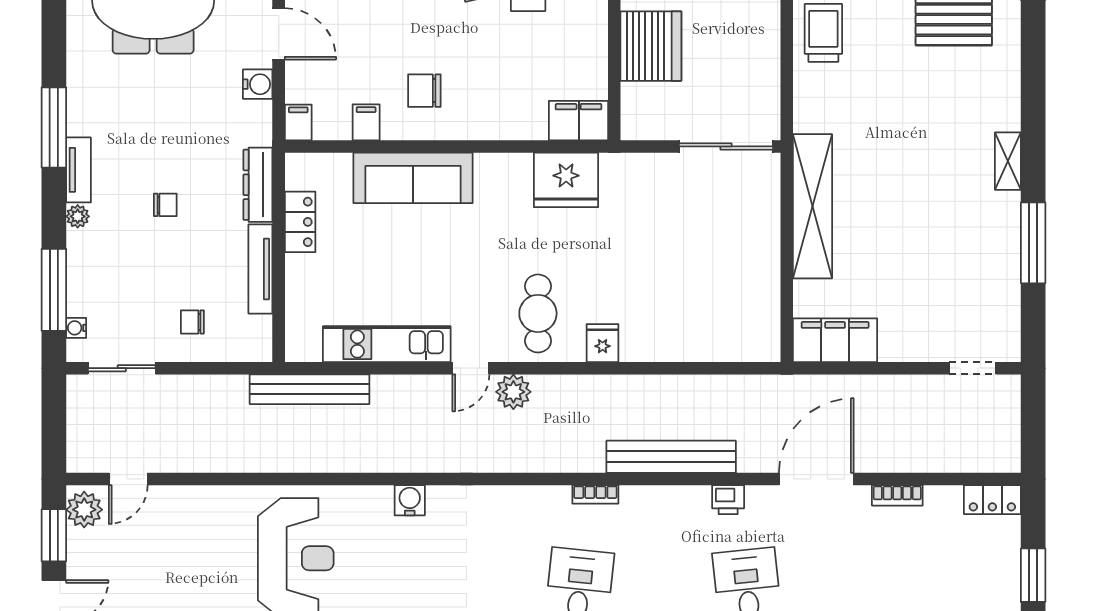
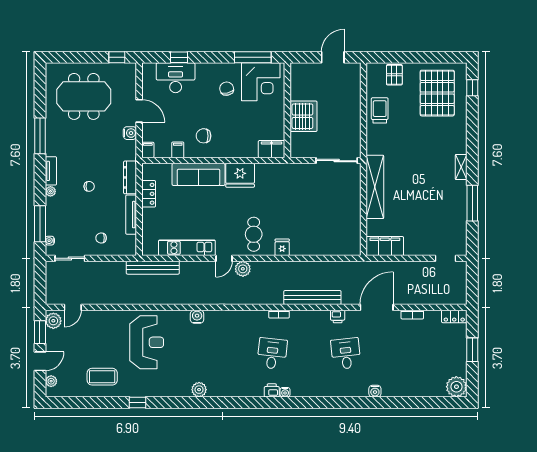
window: (54, 127) -> (40, 136), moved
fridge: (566, 180) -> (240, 175), moved

